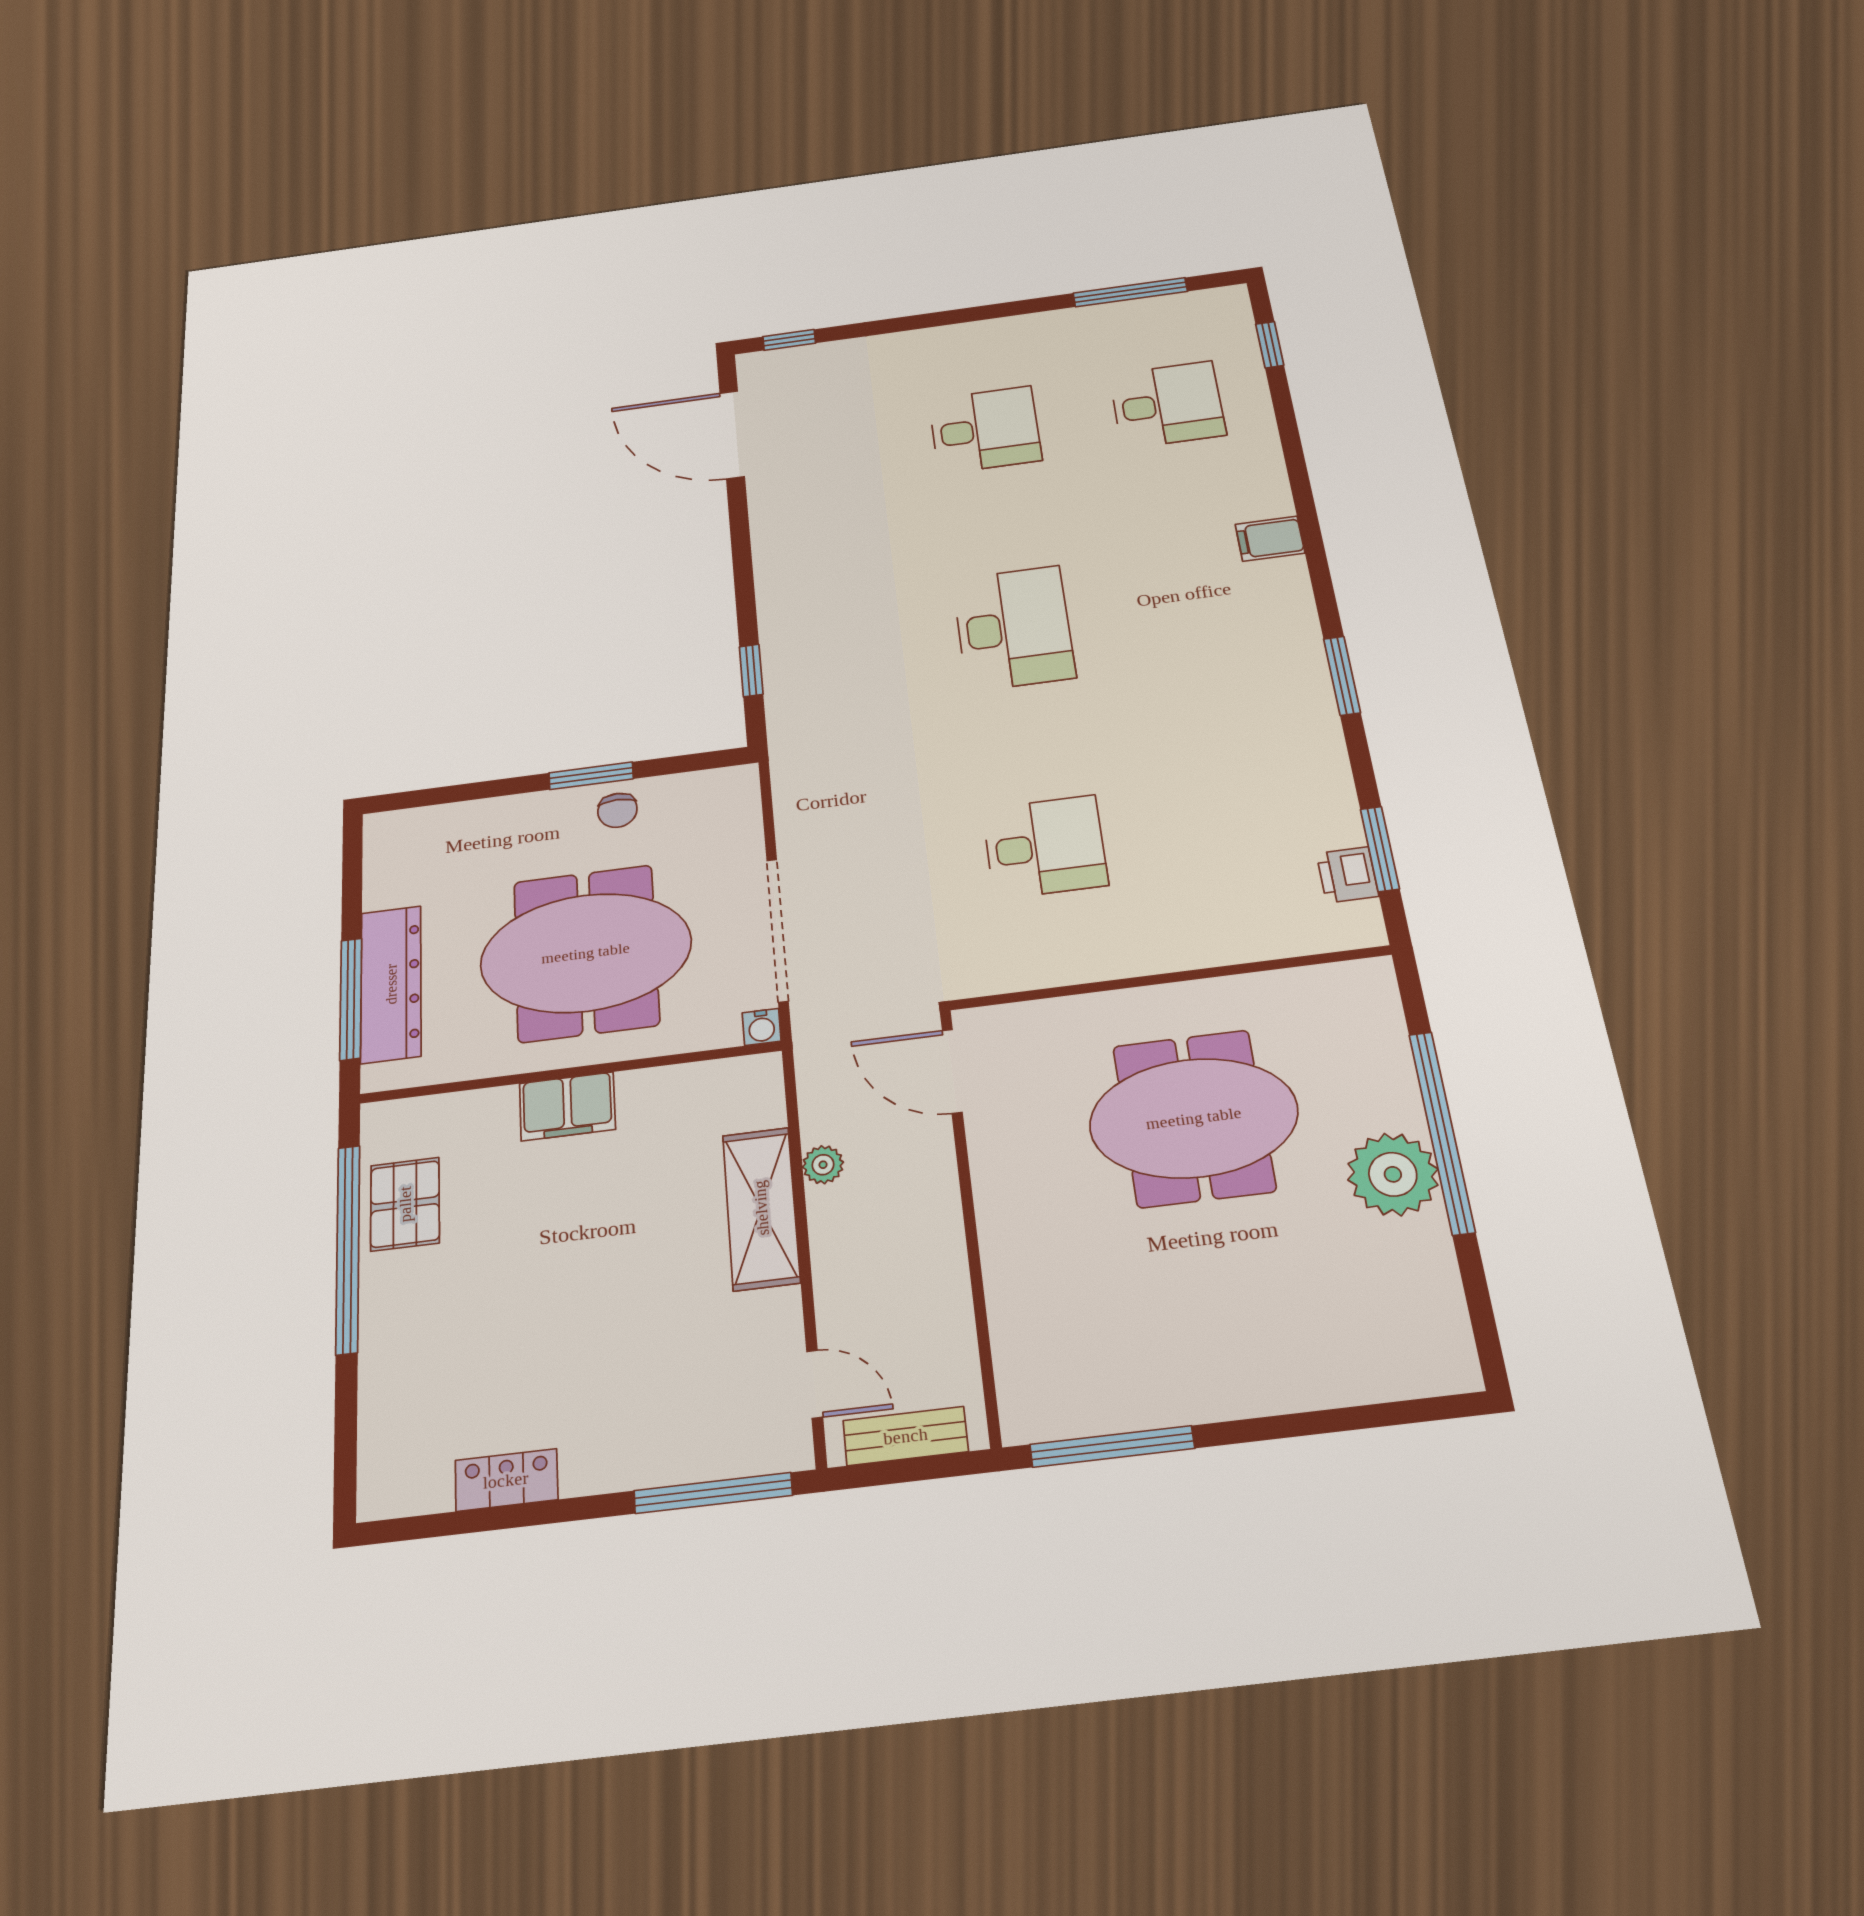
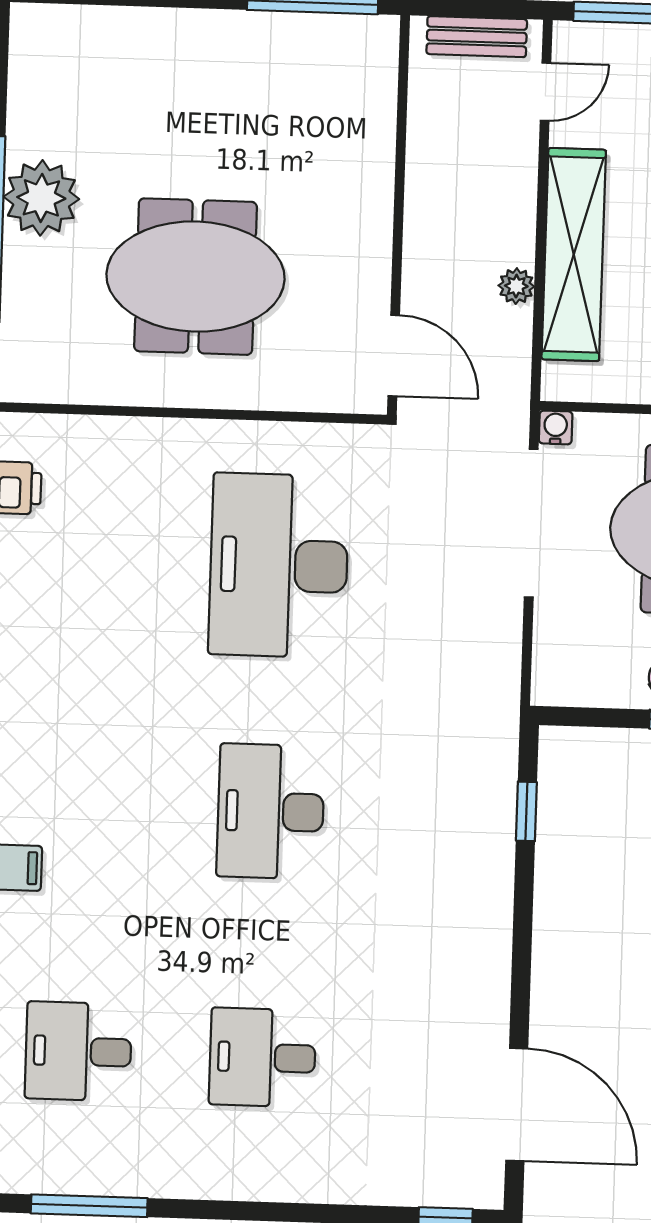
desk: (1045, 847) -> (279, 565), width x1.87, depth x1.30
shelving: (761, 1208) -> (574, 255), width x1.47
door: (815, 1384) -> (546, 92), swing flipped

